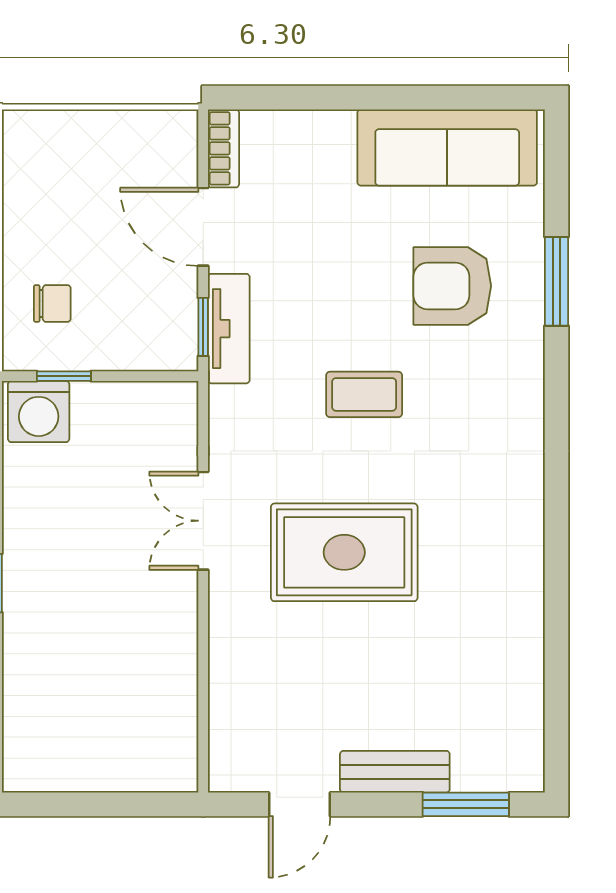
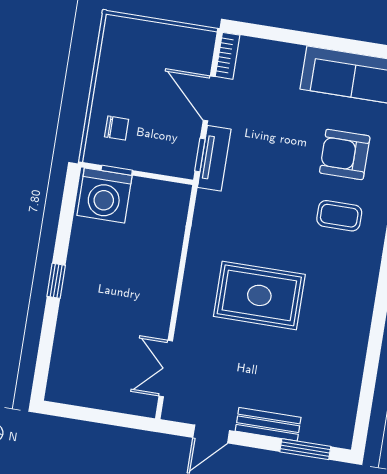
coffee table: (364, 394) -> (339, 216), moved
washing machine: (39, 412) -> (104, 195), width x1.37, depth x1.37
double door: (203, 521) -> (166, 368), moved

